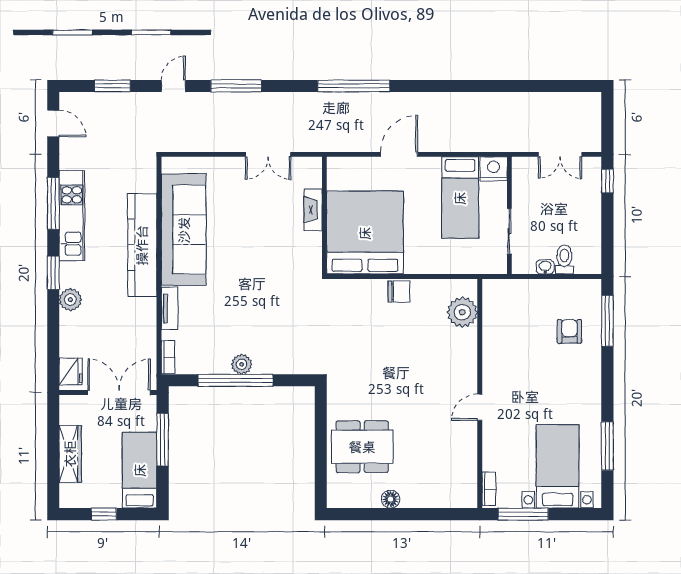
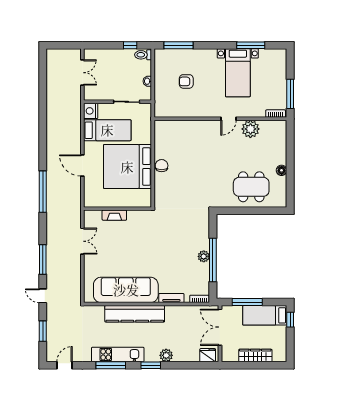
window: (607, 181) -> (130, 45), moved
bed: (365, 233) -> (127, 167), moved
toilet: (564, 260) -> (143, 55), moved
plant: (462, 312) -> (250, 129), moved
armchair: (569, 331) -> (186, 81), moved
door: (480, 407) -> (228, 119), hinge flipped
dining table: (362, 447) -> (251, 187), turned 90
bed with nightstands: (558, 466) -> (238, 73), moved, turned -90
window: (104, 514) -> (290, 320), moved

